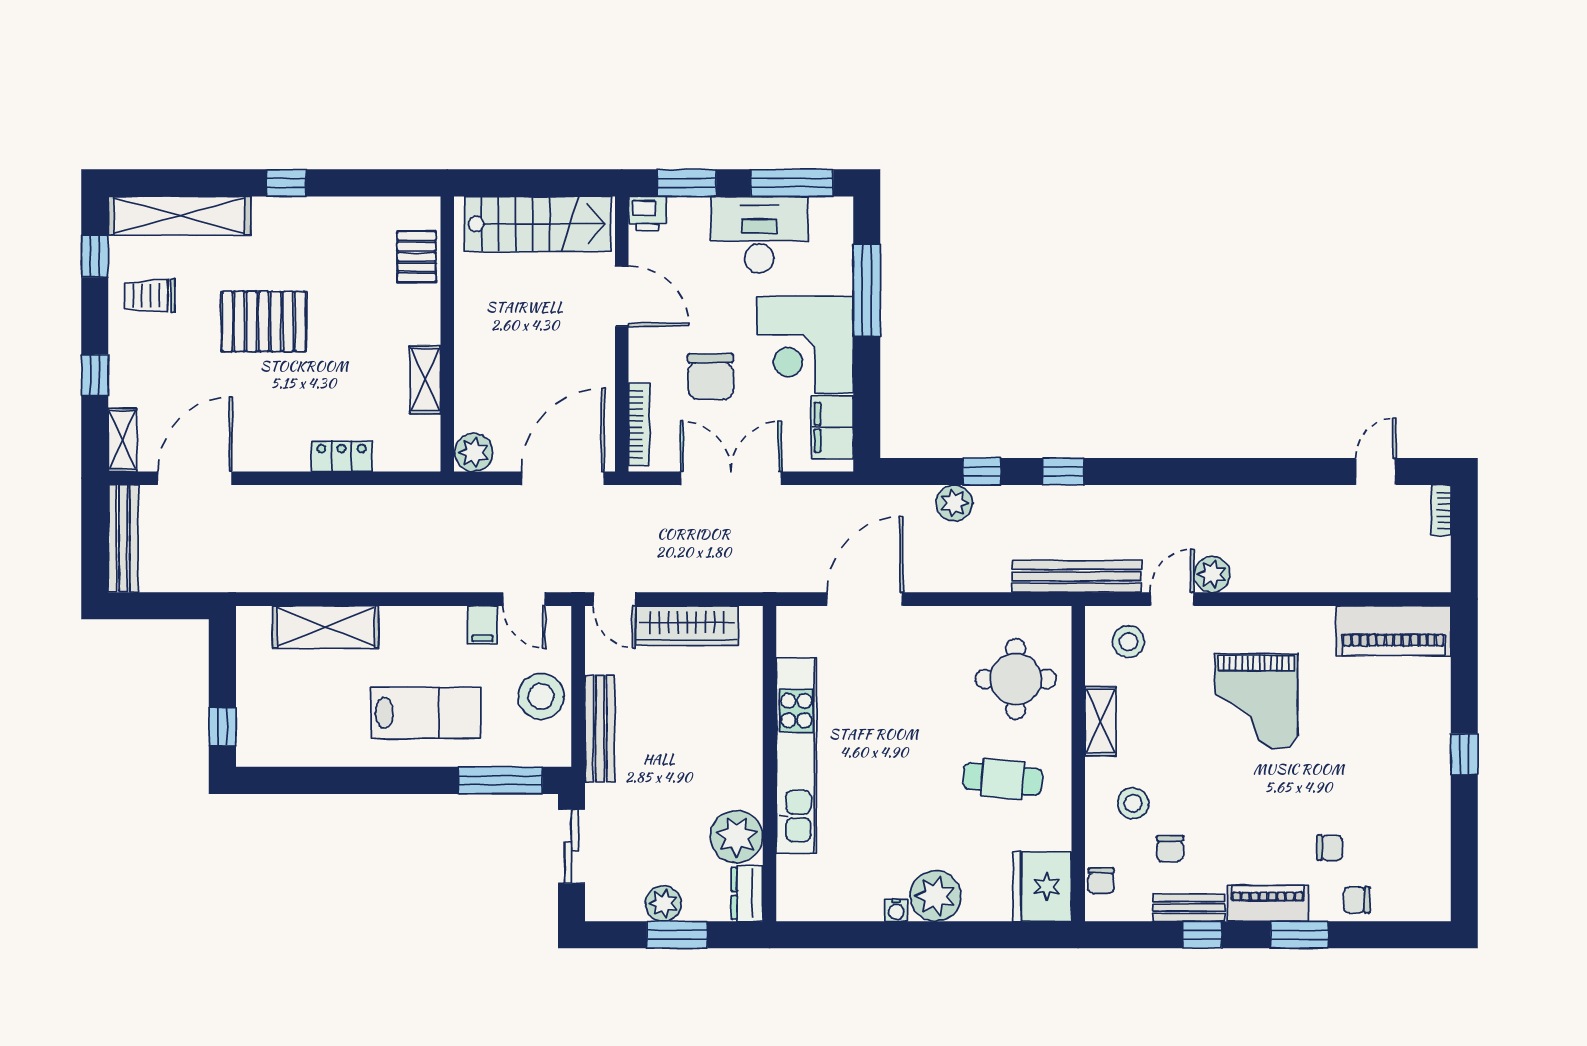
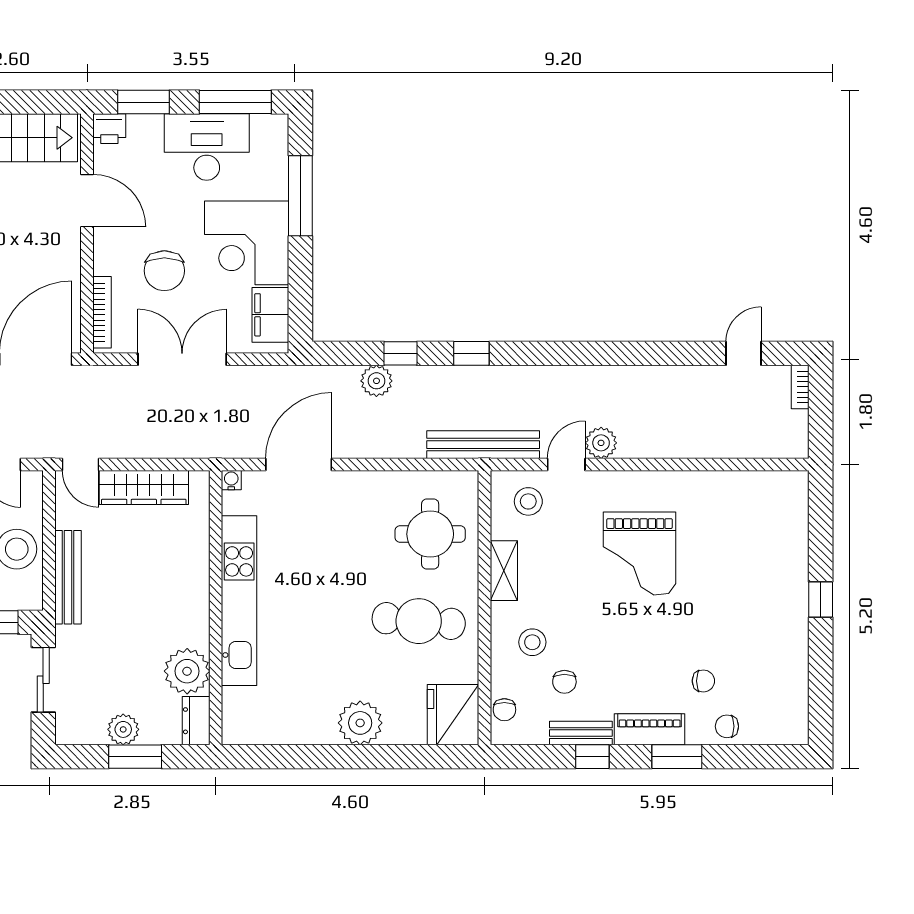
piano: (1394, 631) -> (759, 492), removed
cafe table: (1003, 779) -> (419, 621), width x1.37, depth x1.35
water cooler: (896, 910) -> (231, 480), moved, turned 180

